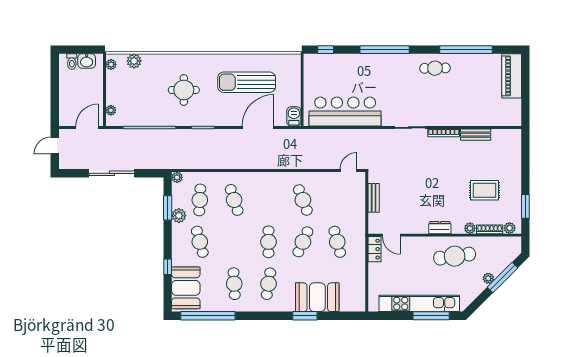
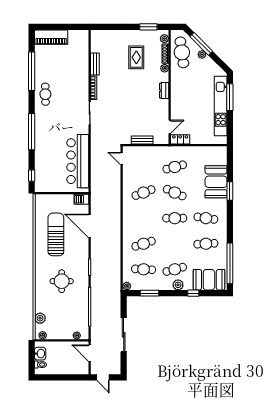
sun lounger: (247, 82) -> (56, 234), turned 180
plant: (179, 216) -> (178, 285), moved
cafe table: (455, 256) -> (182, 52), moved

